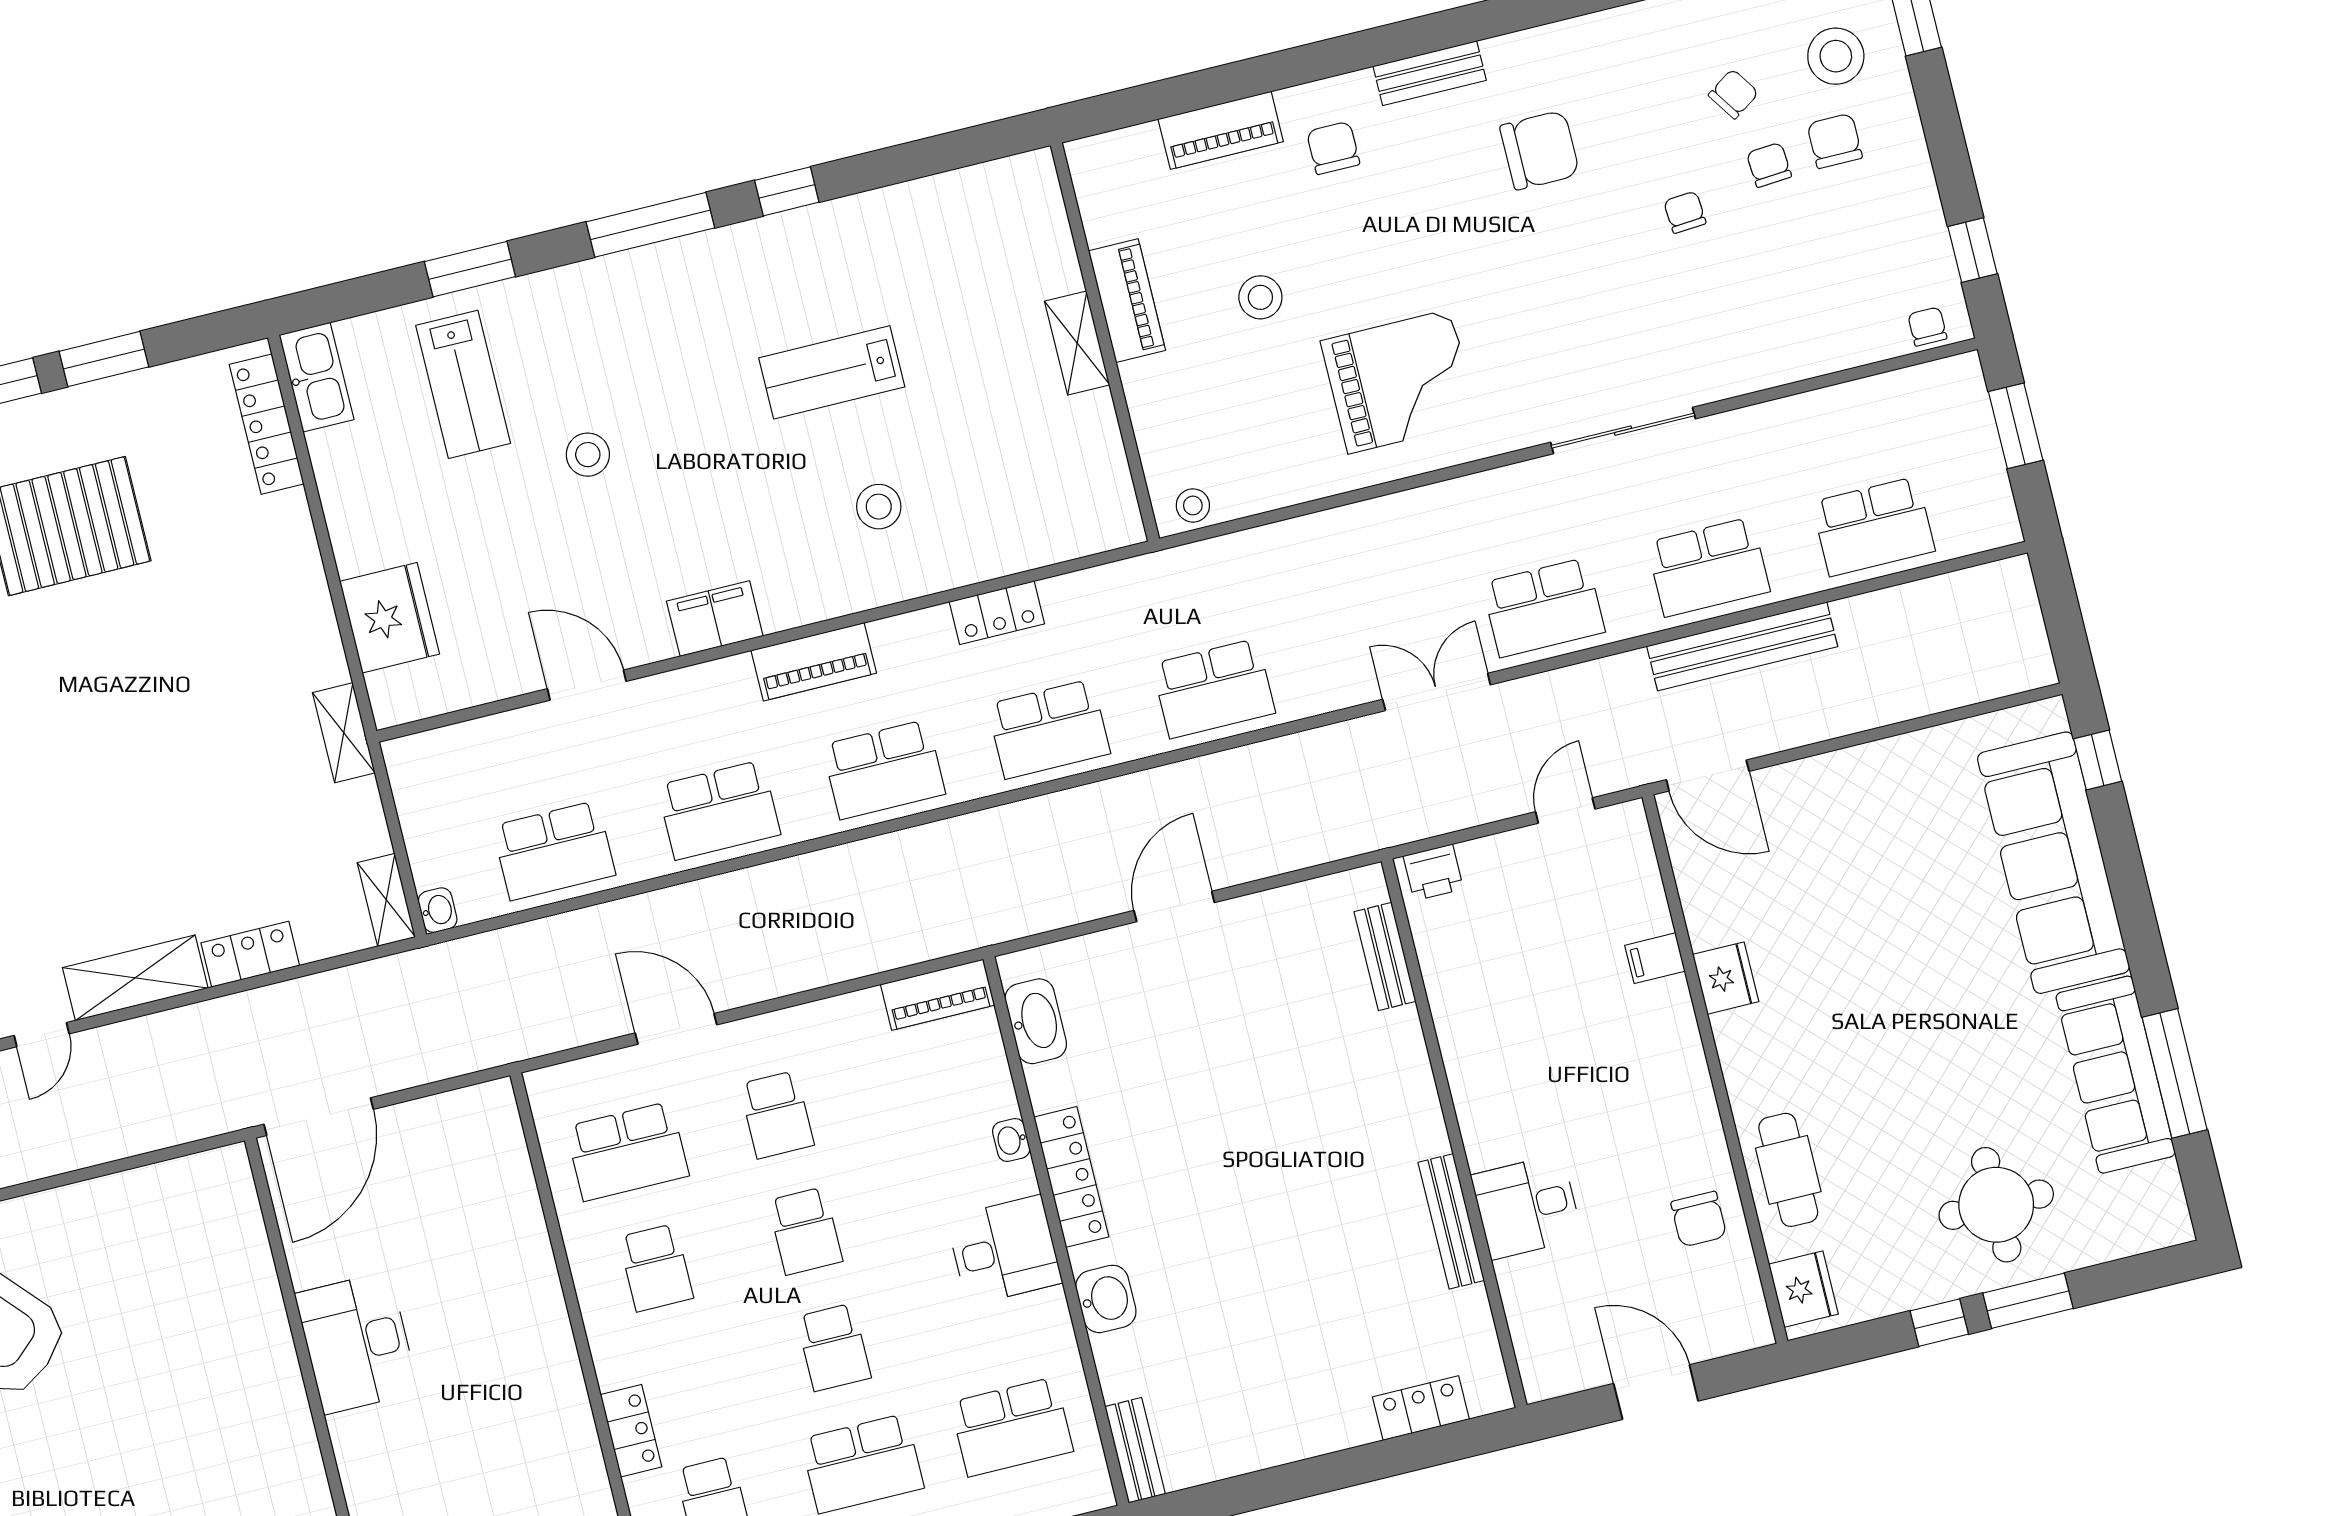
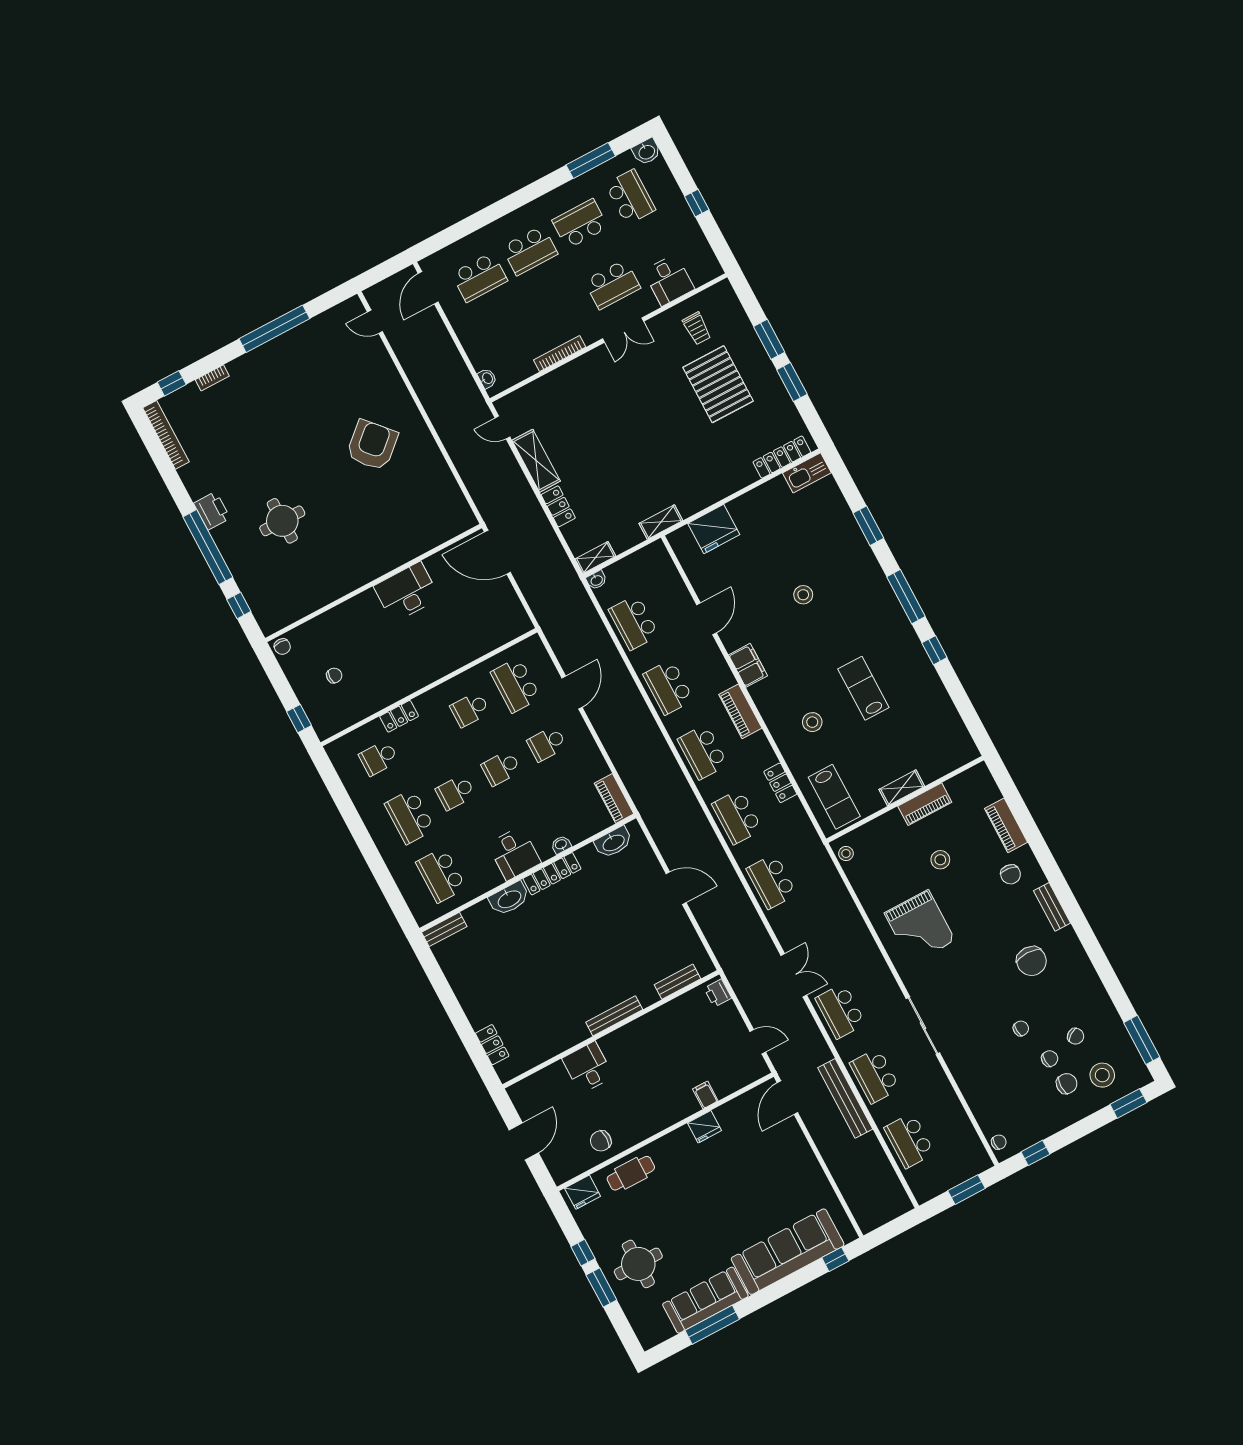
chair: (1333, 148) -> (1011, 874), turned 97
lab bench: (463, 384) -> (834, 797), moved, turned -90
bench: (1451, 1221) -> (614, 1016), moved
washbasin: (1106, 1299) -> (509, 899), width x1.38

